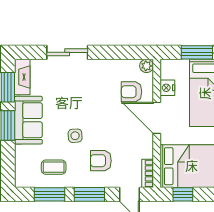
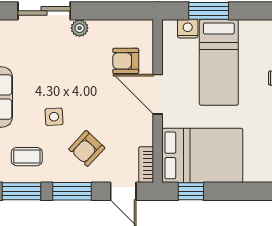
plant: (147, 66) -> (80, 28), moved
nightstand: (167, 88) -> (188, 29), moved, turned 90
armchair: (101, 161) -> (87, 148), turned -47

